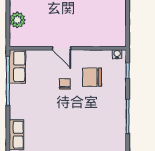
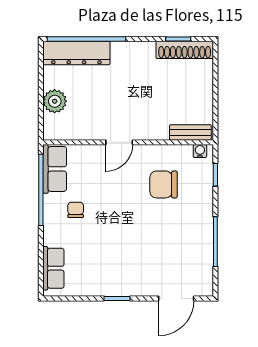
bench: (111, 41) -> (190, 132), added
door: (62, 48) -> (119, 142), hinge flipped
chair: (65, 84) -> (76, 210), moved

